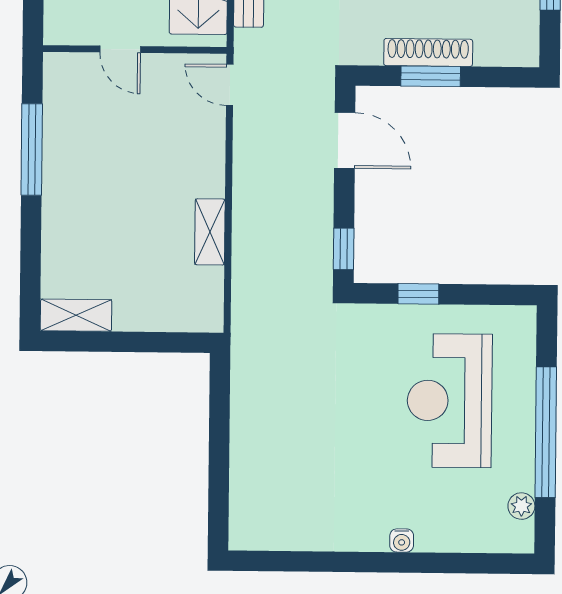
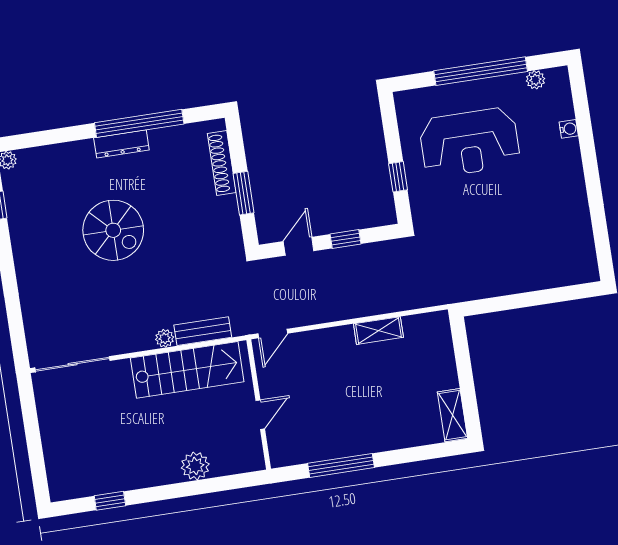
shoe rack: (428, 52) -> (222, 163), moved
door: (345, 140) -> (299, 246), width x0.73
window: (344, 249) -> (346, 239), moved
water cooler: (402, 540) -> (569, 129), moved

